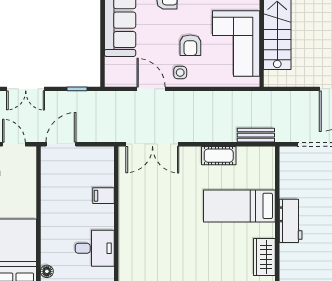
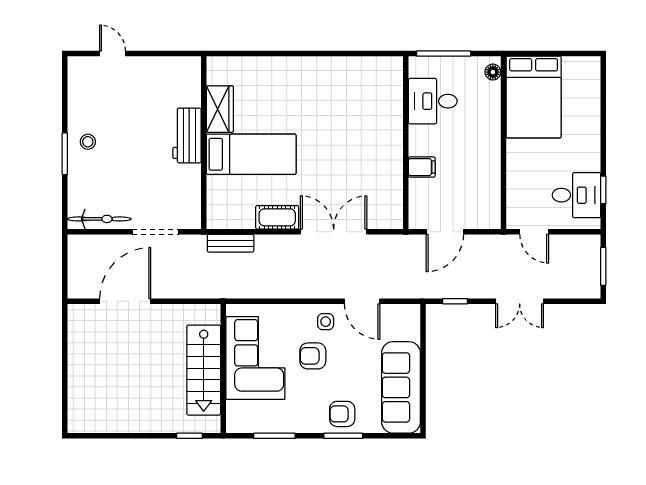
armchair: (190, 45) -> (313, 356), turned -90
double door: (26, 89) -> (520, 301), swing flipped
door: (61, 144) -> (445, 232), moved
double door: (152, 144) -> (334, 232), moved
wardrobe: (264, 257) -> (220, 109), moved

